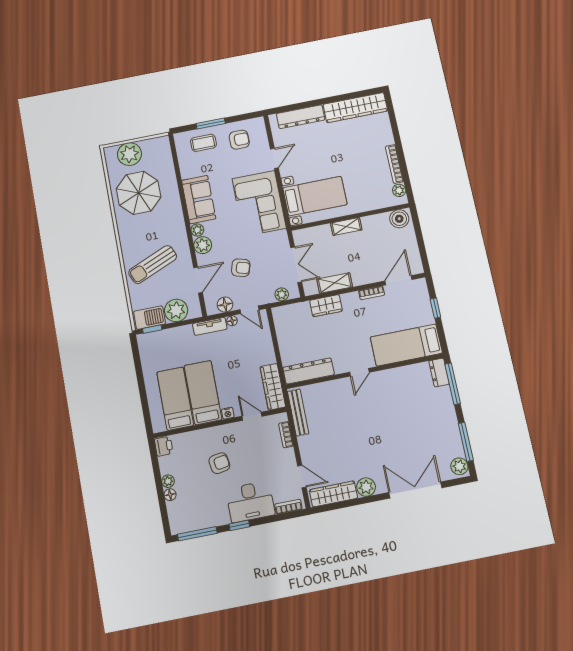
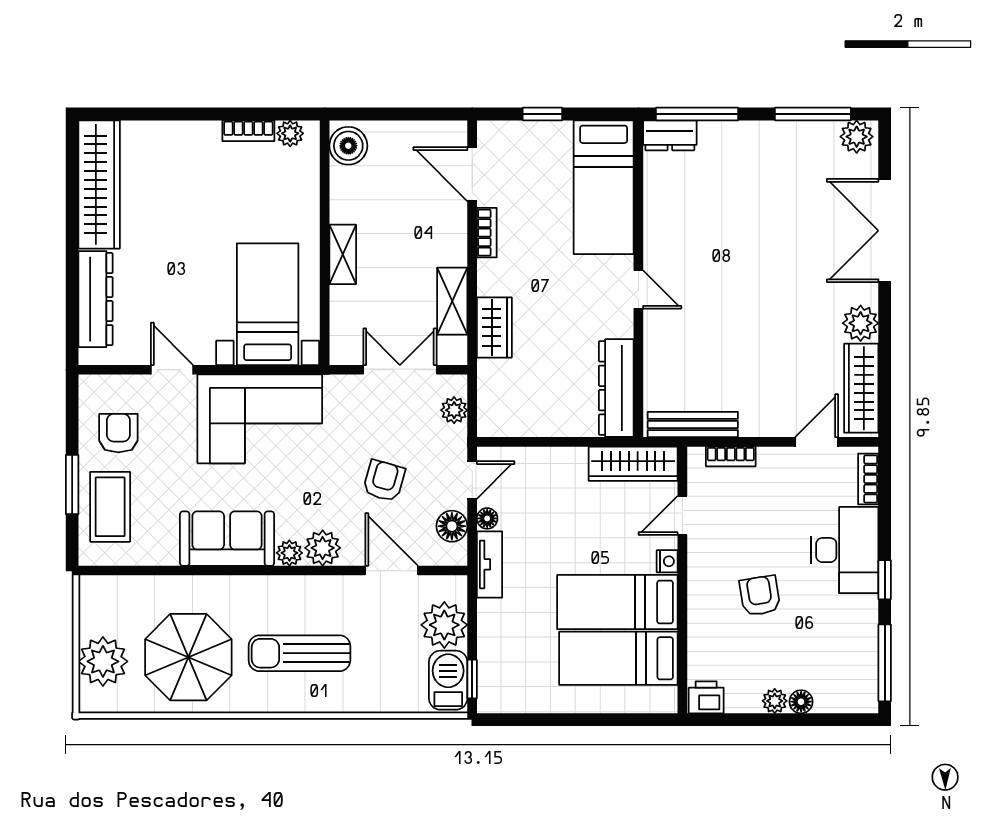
coffee table: (203, 143) -> (110, 507), width x1.36, depth x1.30
bookcase: (395, 164) -> (248, 131), width x0.64
sun lounger: (153, 265) -> (299, 653), moved, turned 113

